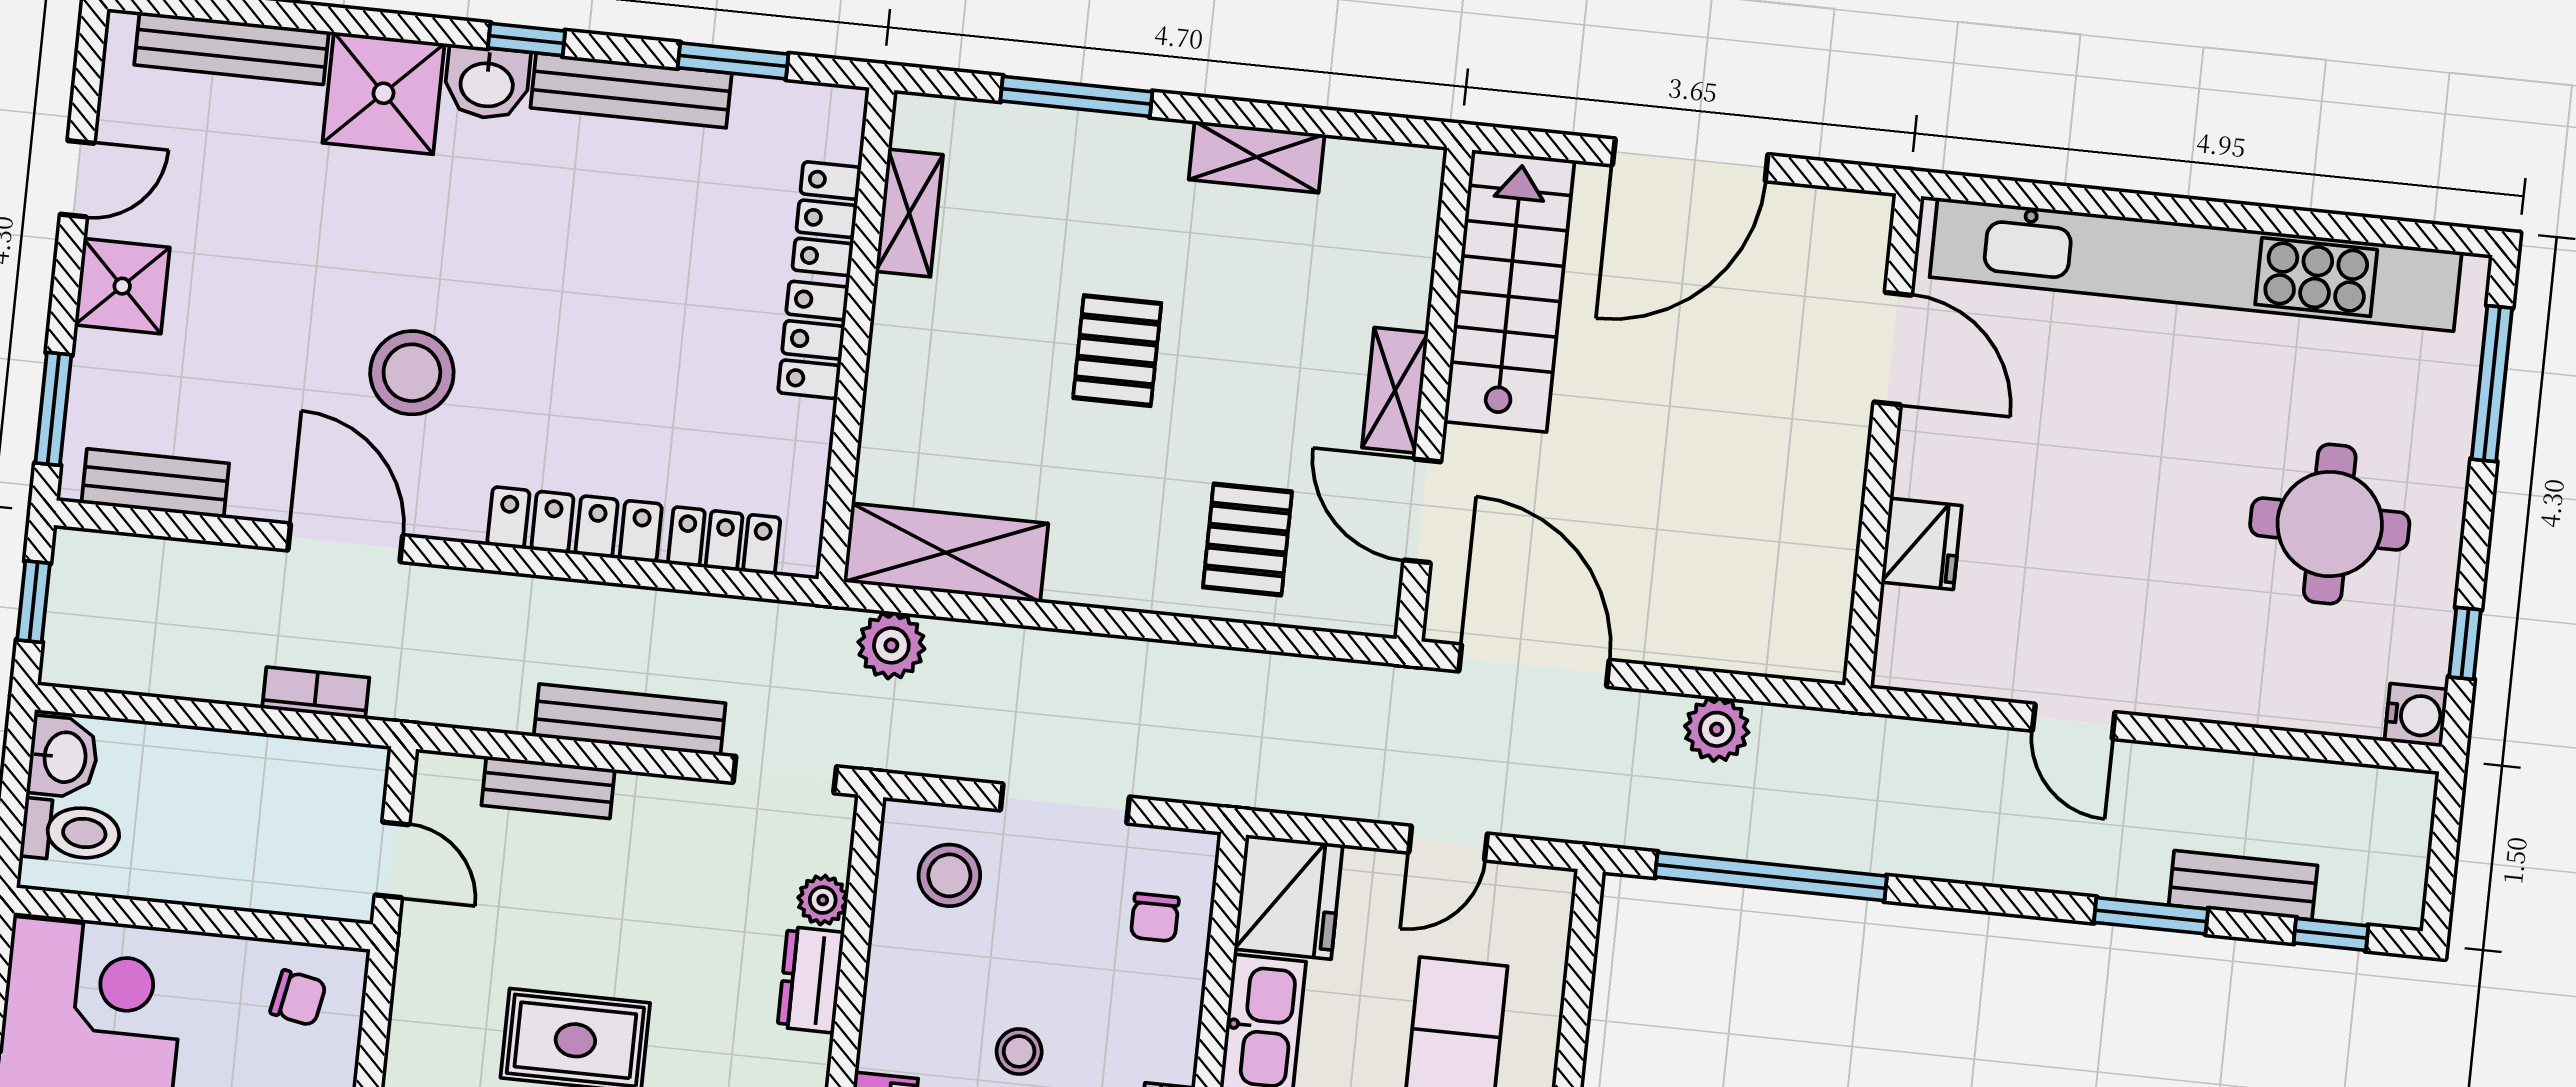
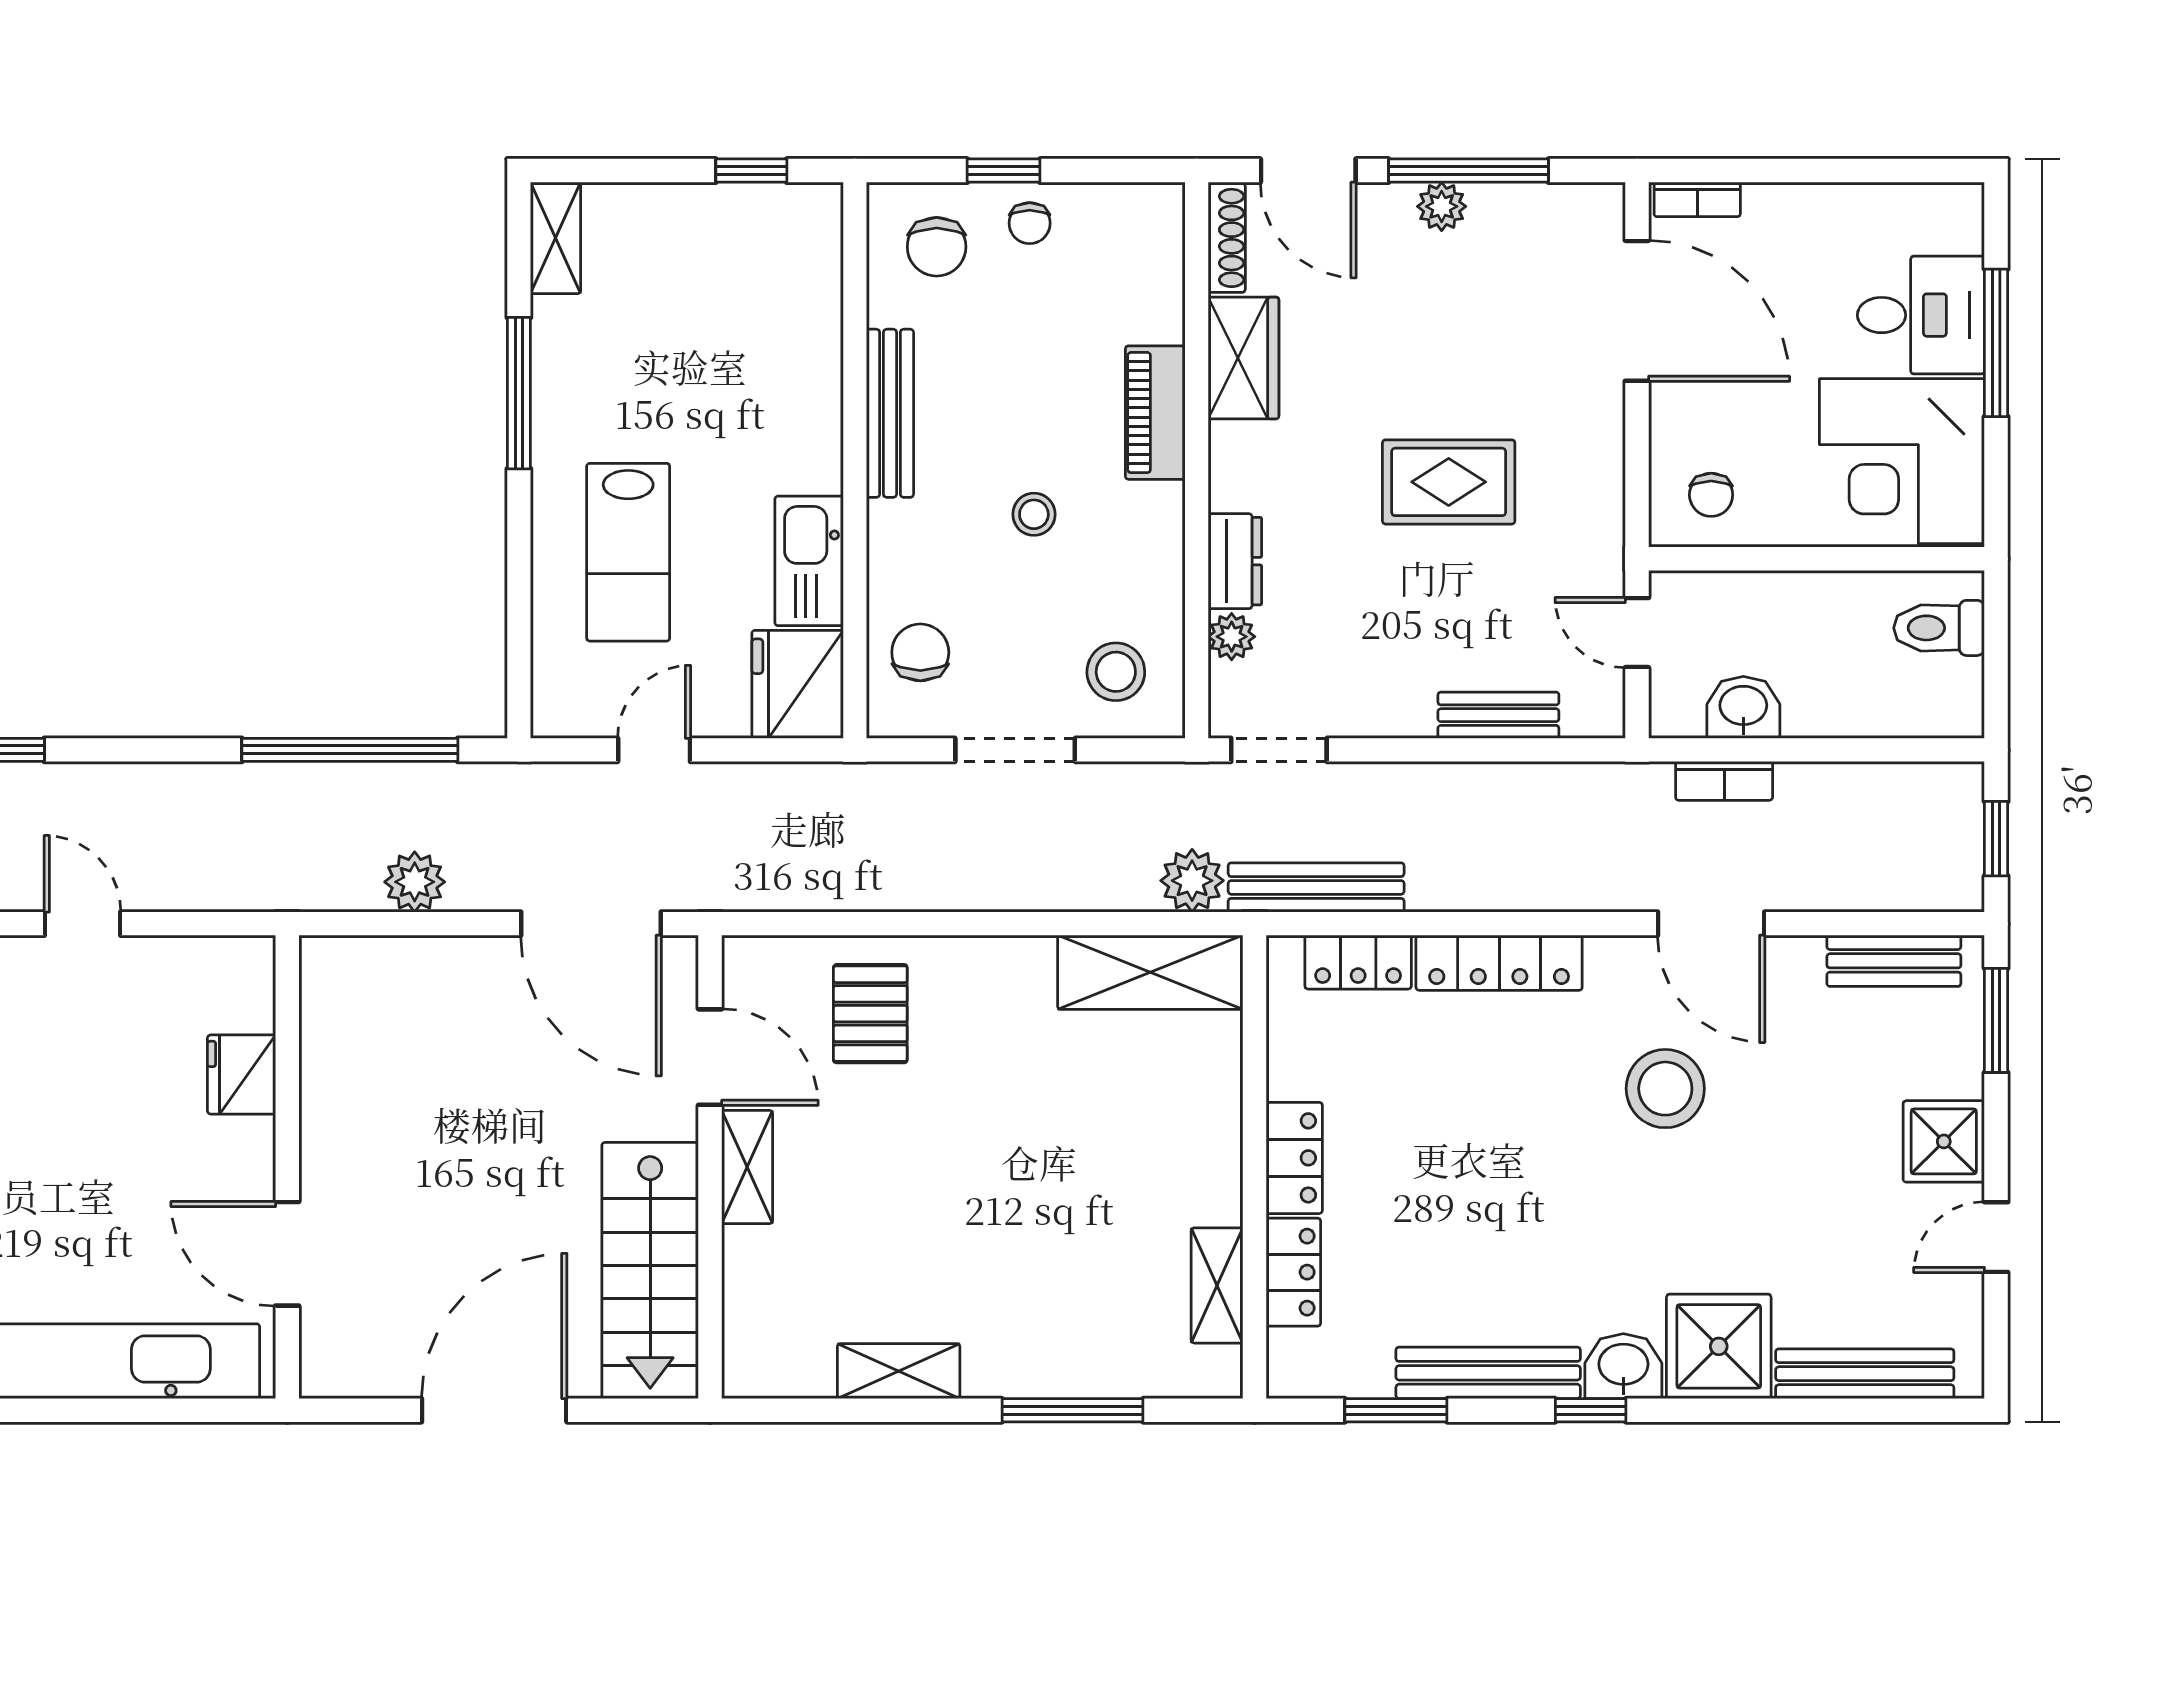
pallet: (1117, 351) -> (1010, 1177), removed
bench: (630, 720) -> (1316, 887), moved
washbasin: (63, 757) -> (1743, 707), moved, turned 90
chair: (1155, 917) -> (920, 652), width x1.37, depth x1.37
chair: (298, 998) -> (1711, 495), turned -101

